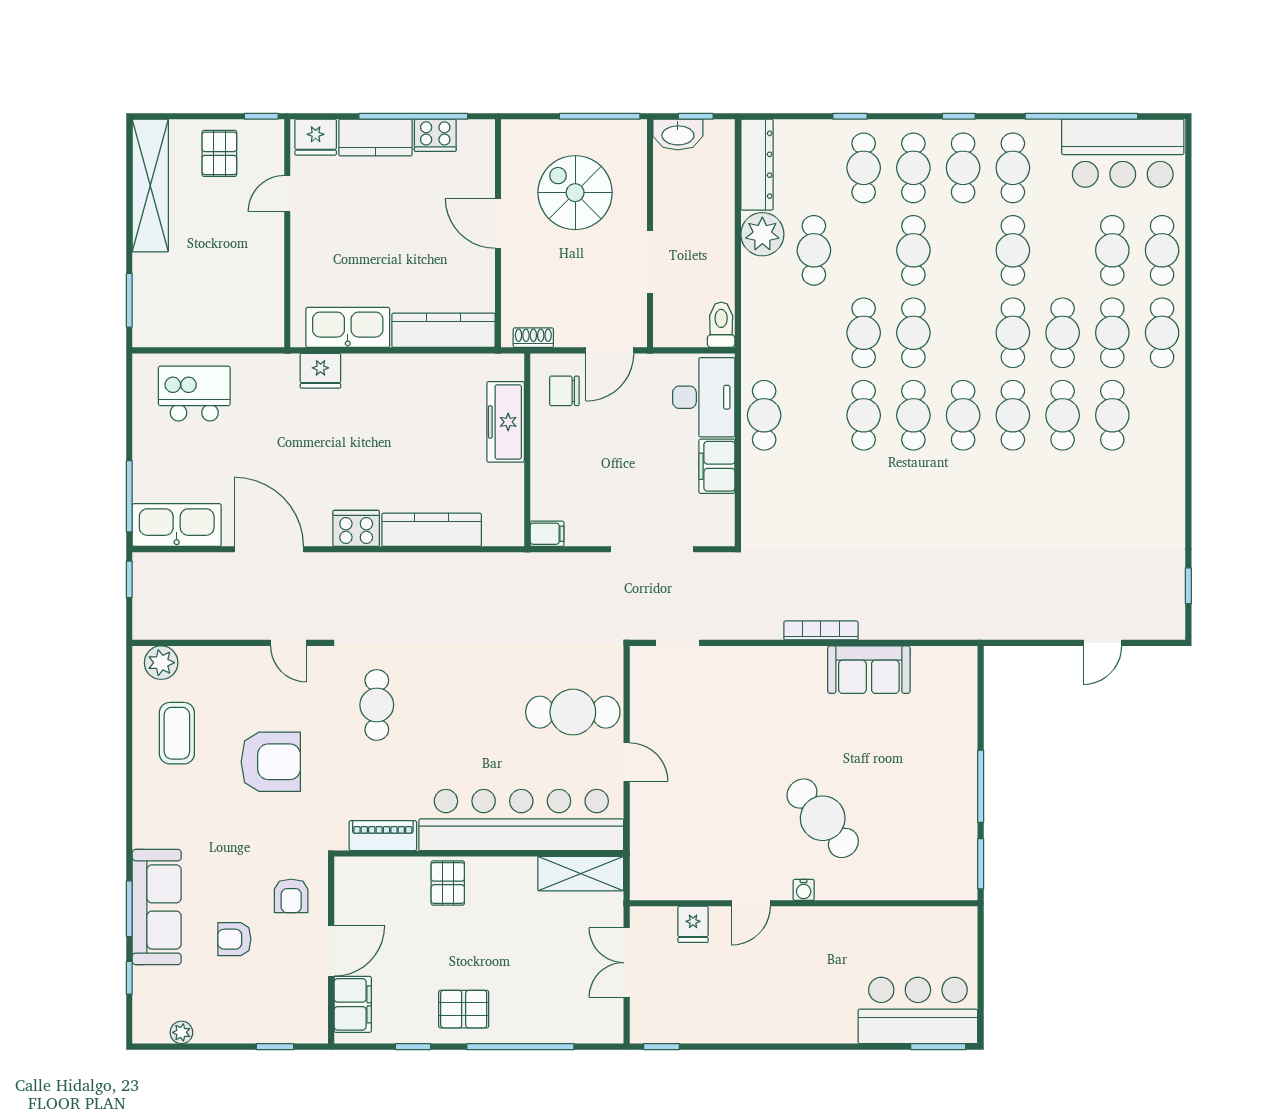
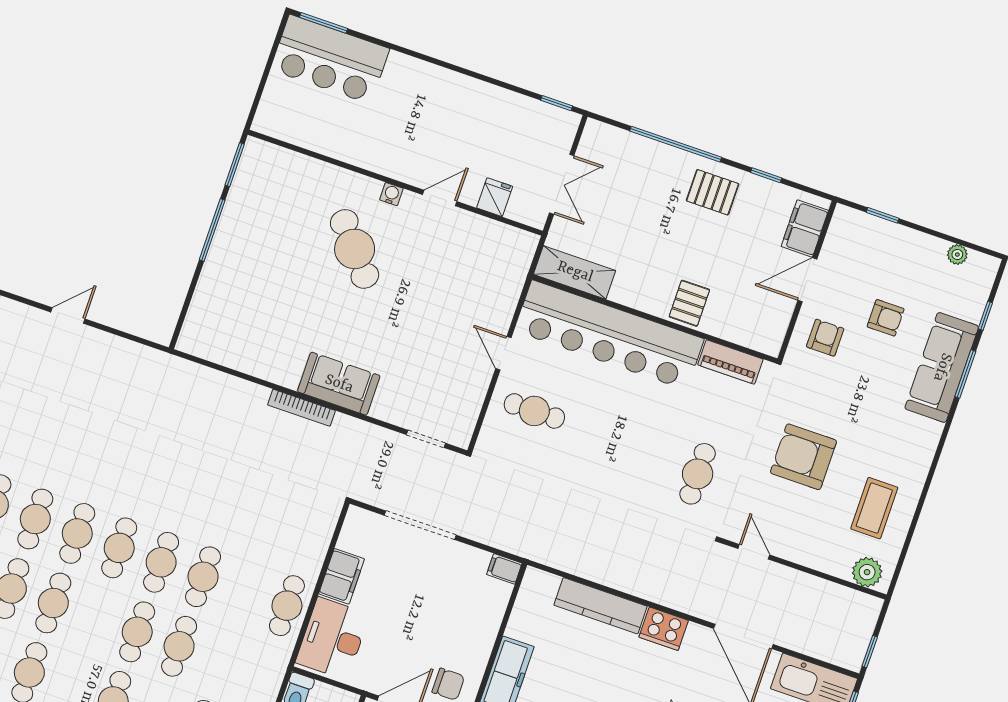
sofa: (869, 670) -> (339, 384), moved
cafe table: (573, 712) -> (534, 411), width x0.73, depth x0.74

